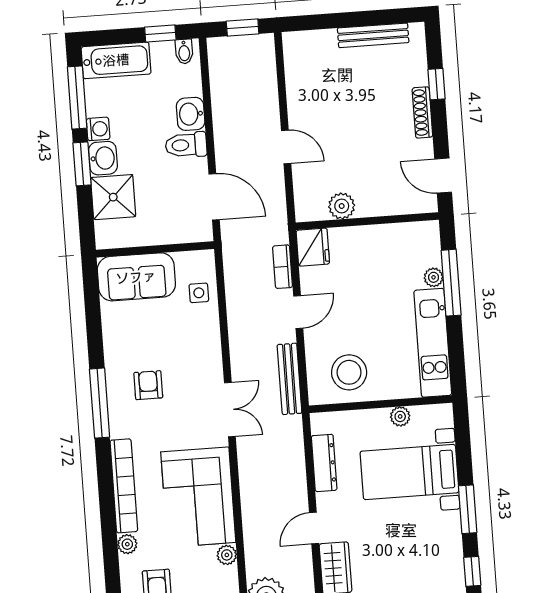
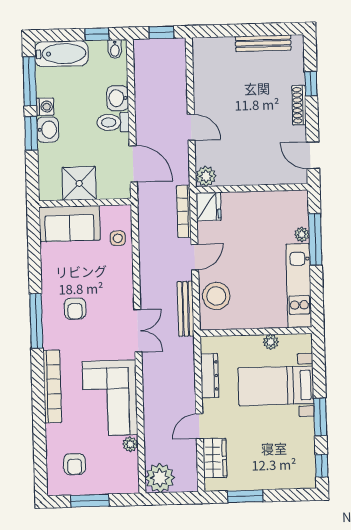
shower: (113, 197) -> (79, 183), moved
plant: (342, 206) -> (206, 176), moved
bookcase: (283, 267) -> (184, 211), width x1.56
stool: (349, 372) -> (216, 296), moved
armchair: (148, 385) -> (75, 309), turned 180
plant: (127, 544) -> (53, 432), removed

